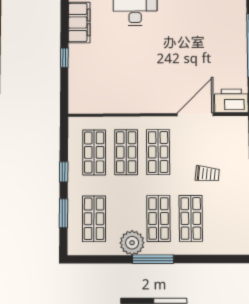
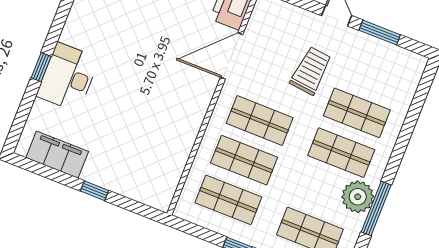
door: (195, 115) -> (232, 56), hinge flipped
trolley: (207, 174) -> (311, 71), width x1.36, depth x1.39
window: (153, 259) -> (376, 208), moved

